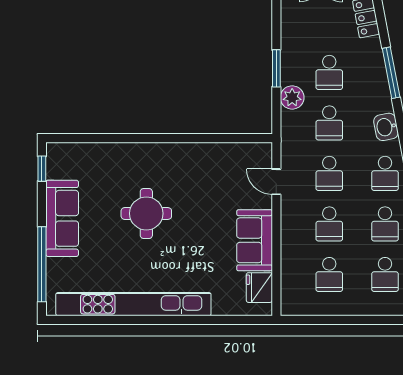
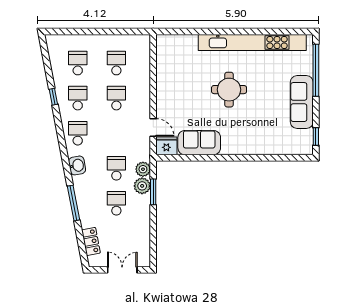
window: (276, 68) -> (153, 192), moved
plant: (291, 122) -> (143, 169), added
school desk: (329, 173) -> (116, 133), removed
round table: (146, 213) -> (229, 90), moved
sofa: (255, 240) -> (199, 143), moved, turned -90
fridge: (259, 288) -> (166, 146), moved, turned -90

